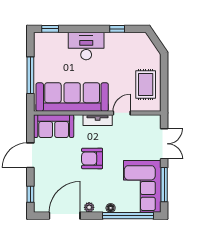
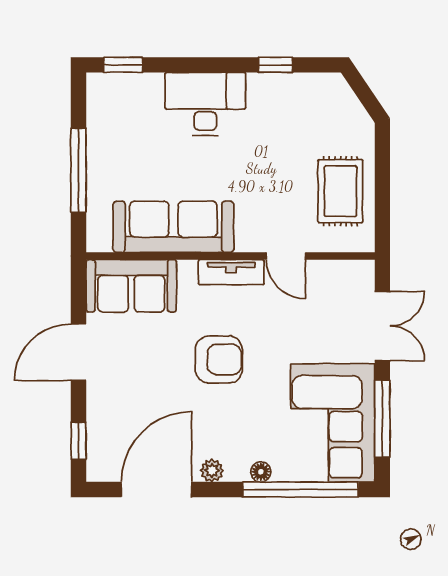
sofa: (72, 97) -> (173, 227), width x0.74, depth x0.79
door: (122, 113) -> (286, 256), swing flipped
armchair: (92, 158) -> (219, 360), turned 180

